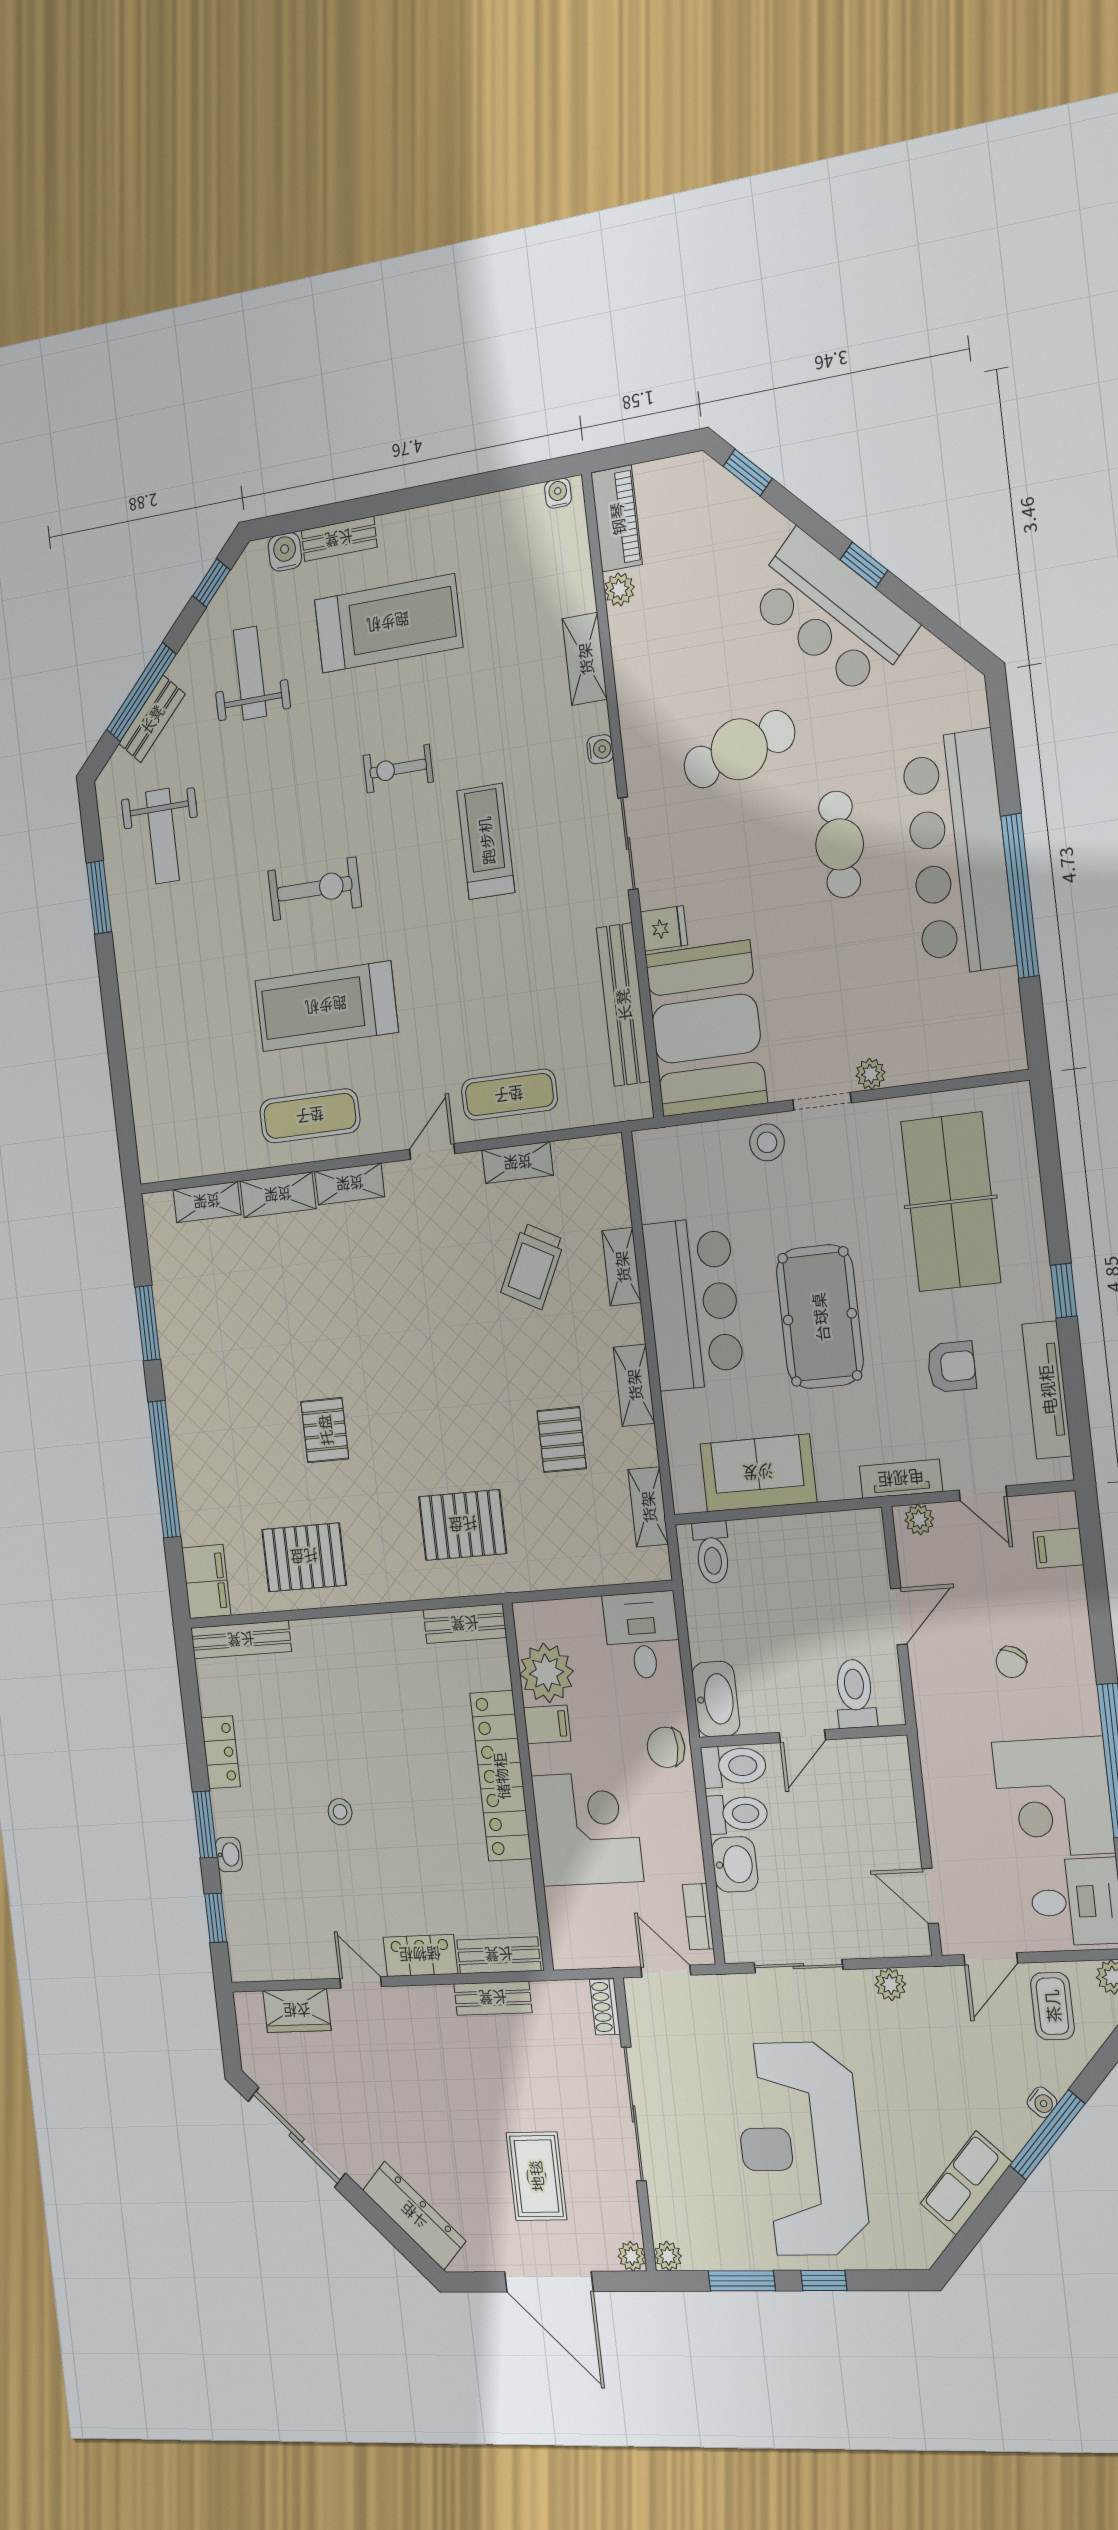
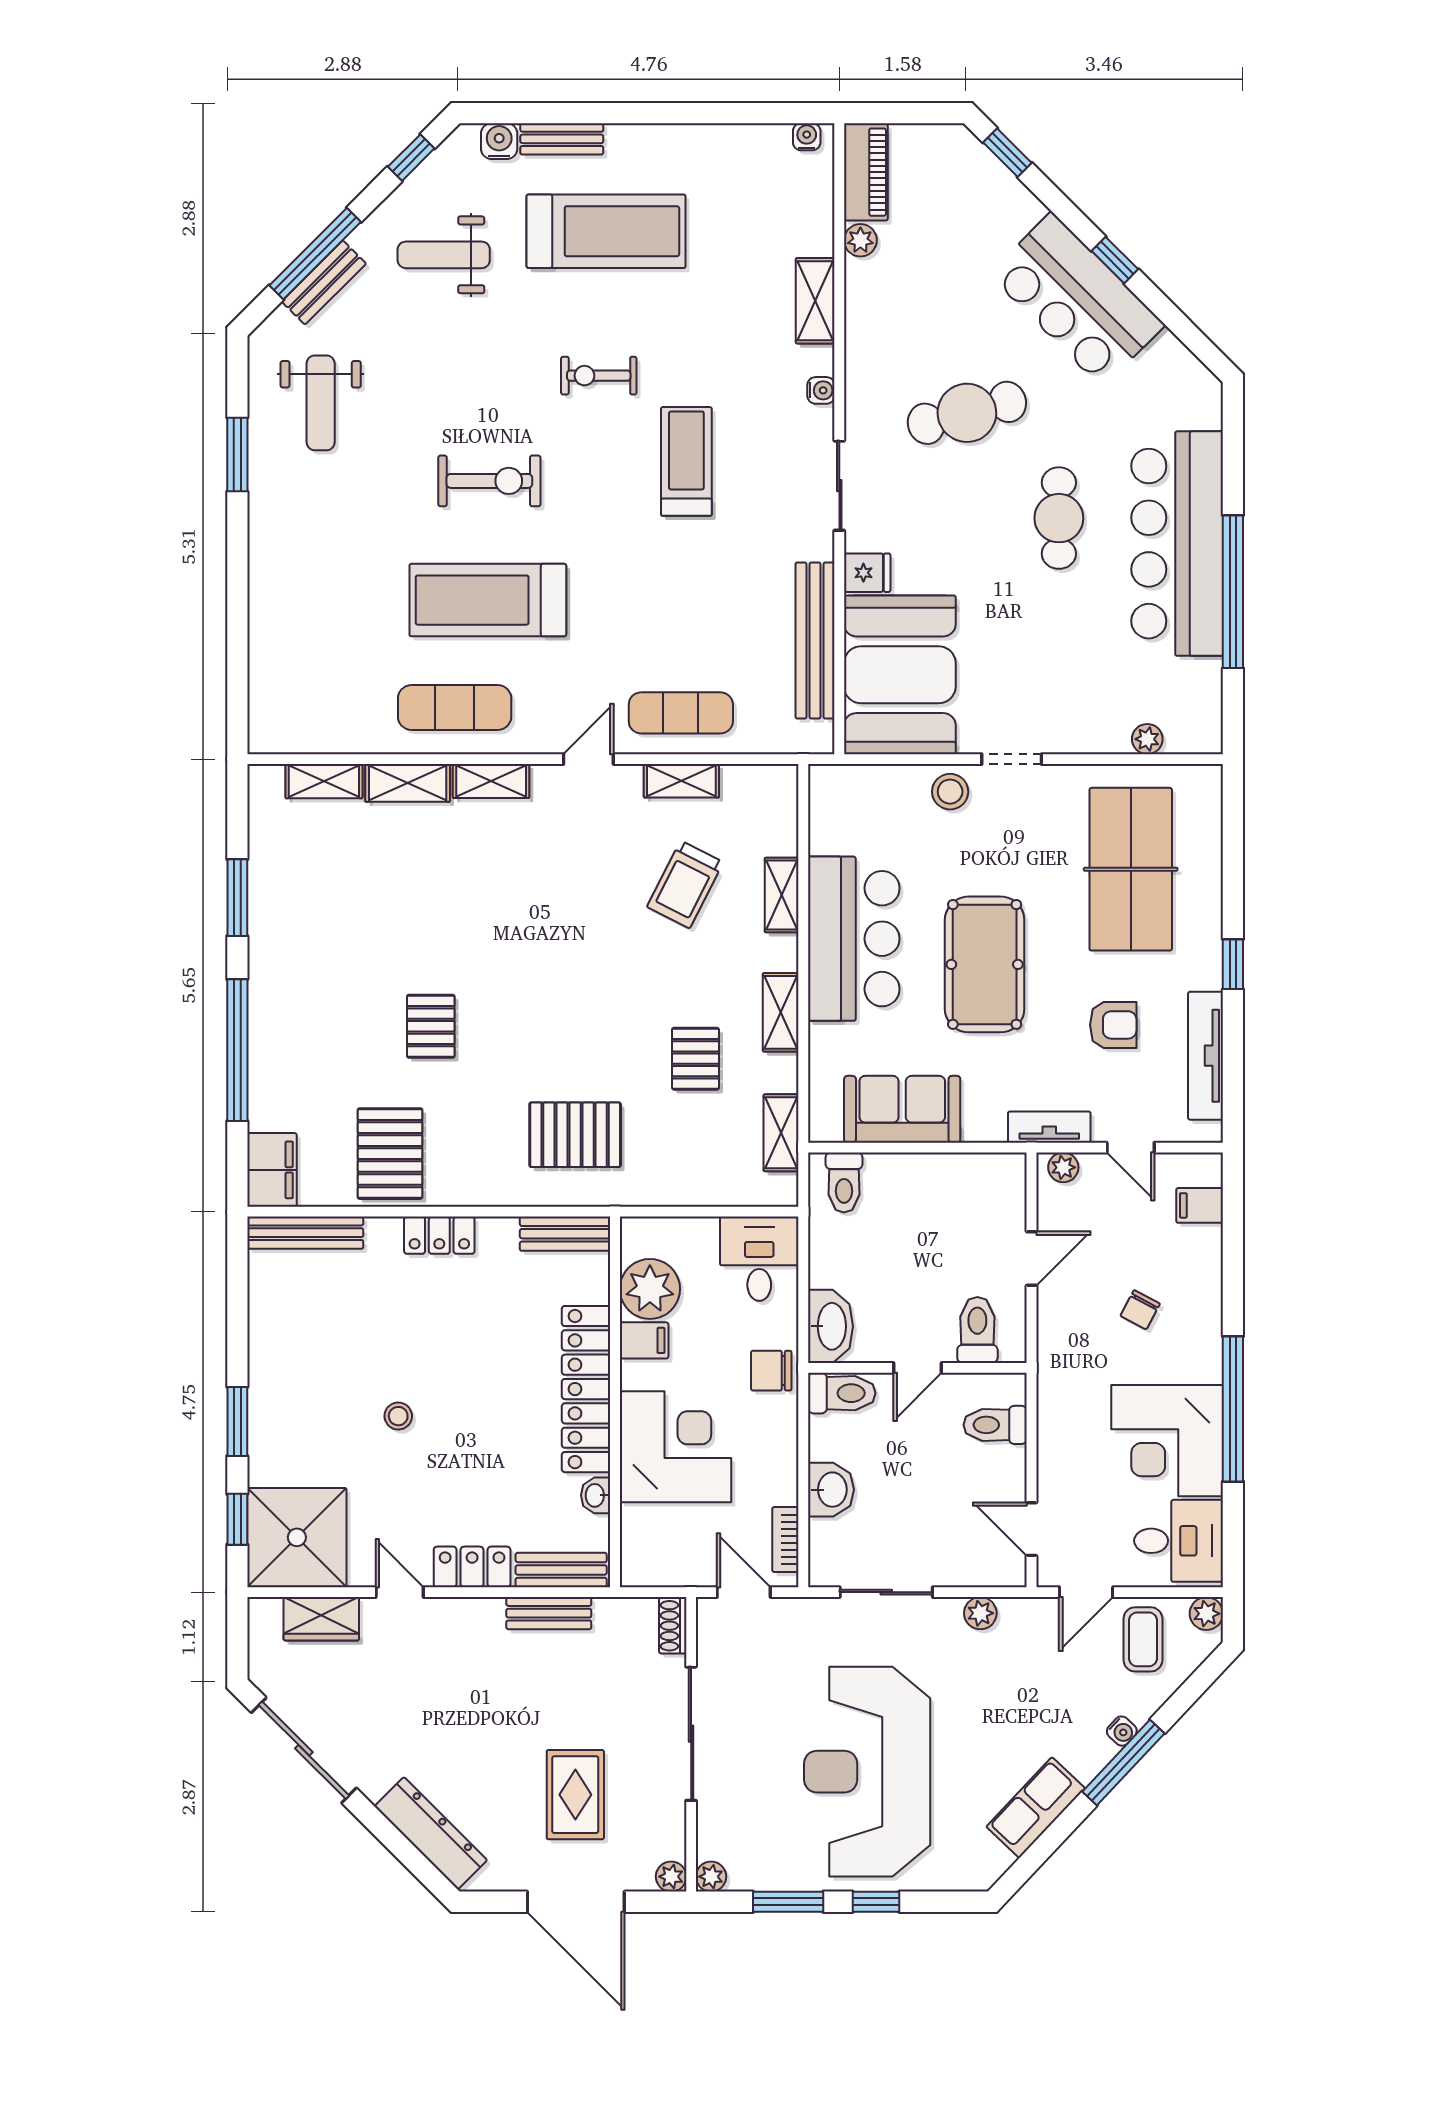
weight bench: (250, 673) -> (444, 255), turned -90
plant: (871, 1074) -> (1147, 739), moved
pallet: (304, 1557) -> (390, 1154), turned 90
locker: (221, 1752) -> (439, 1235), moved, turned 90
toilet: (737, 1814) -> (995, 1425), moved, turned 180
washbasin: (229, 1854) -> (596, 1495), moved, turned 180
shower: (267, 1933) -> (297, 1537), added

